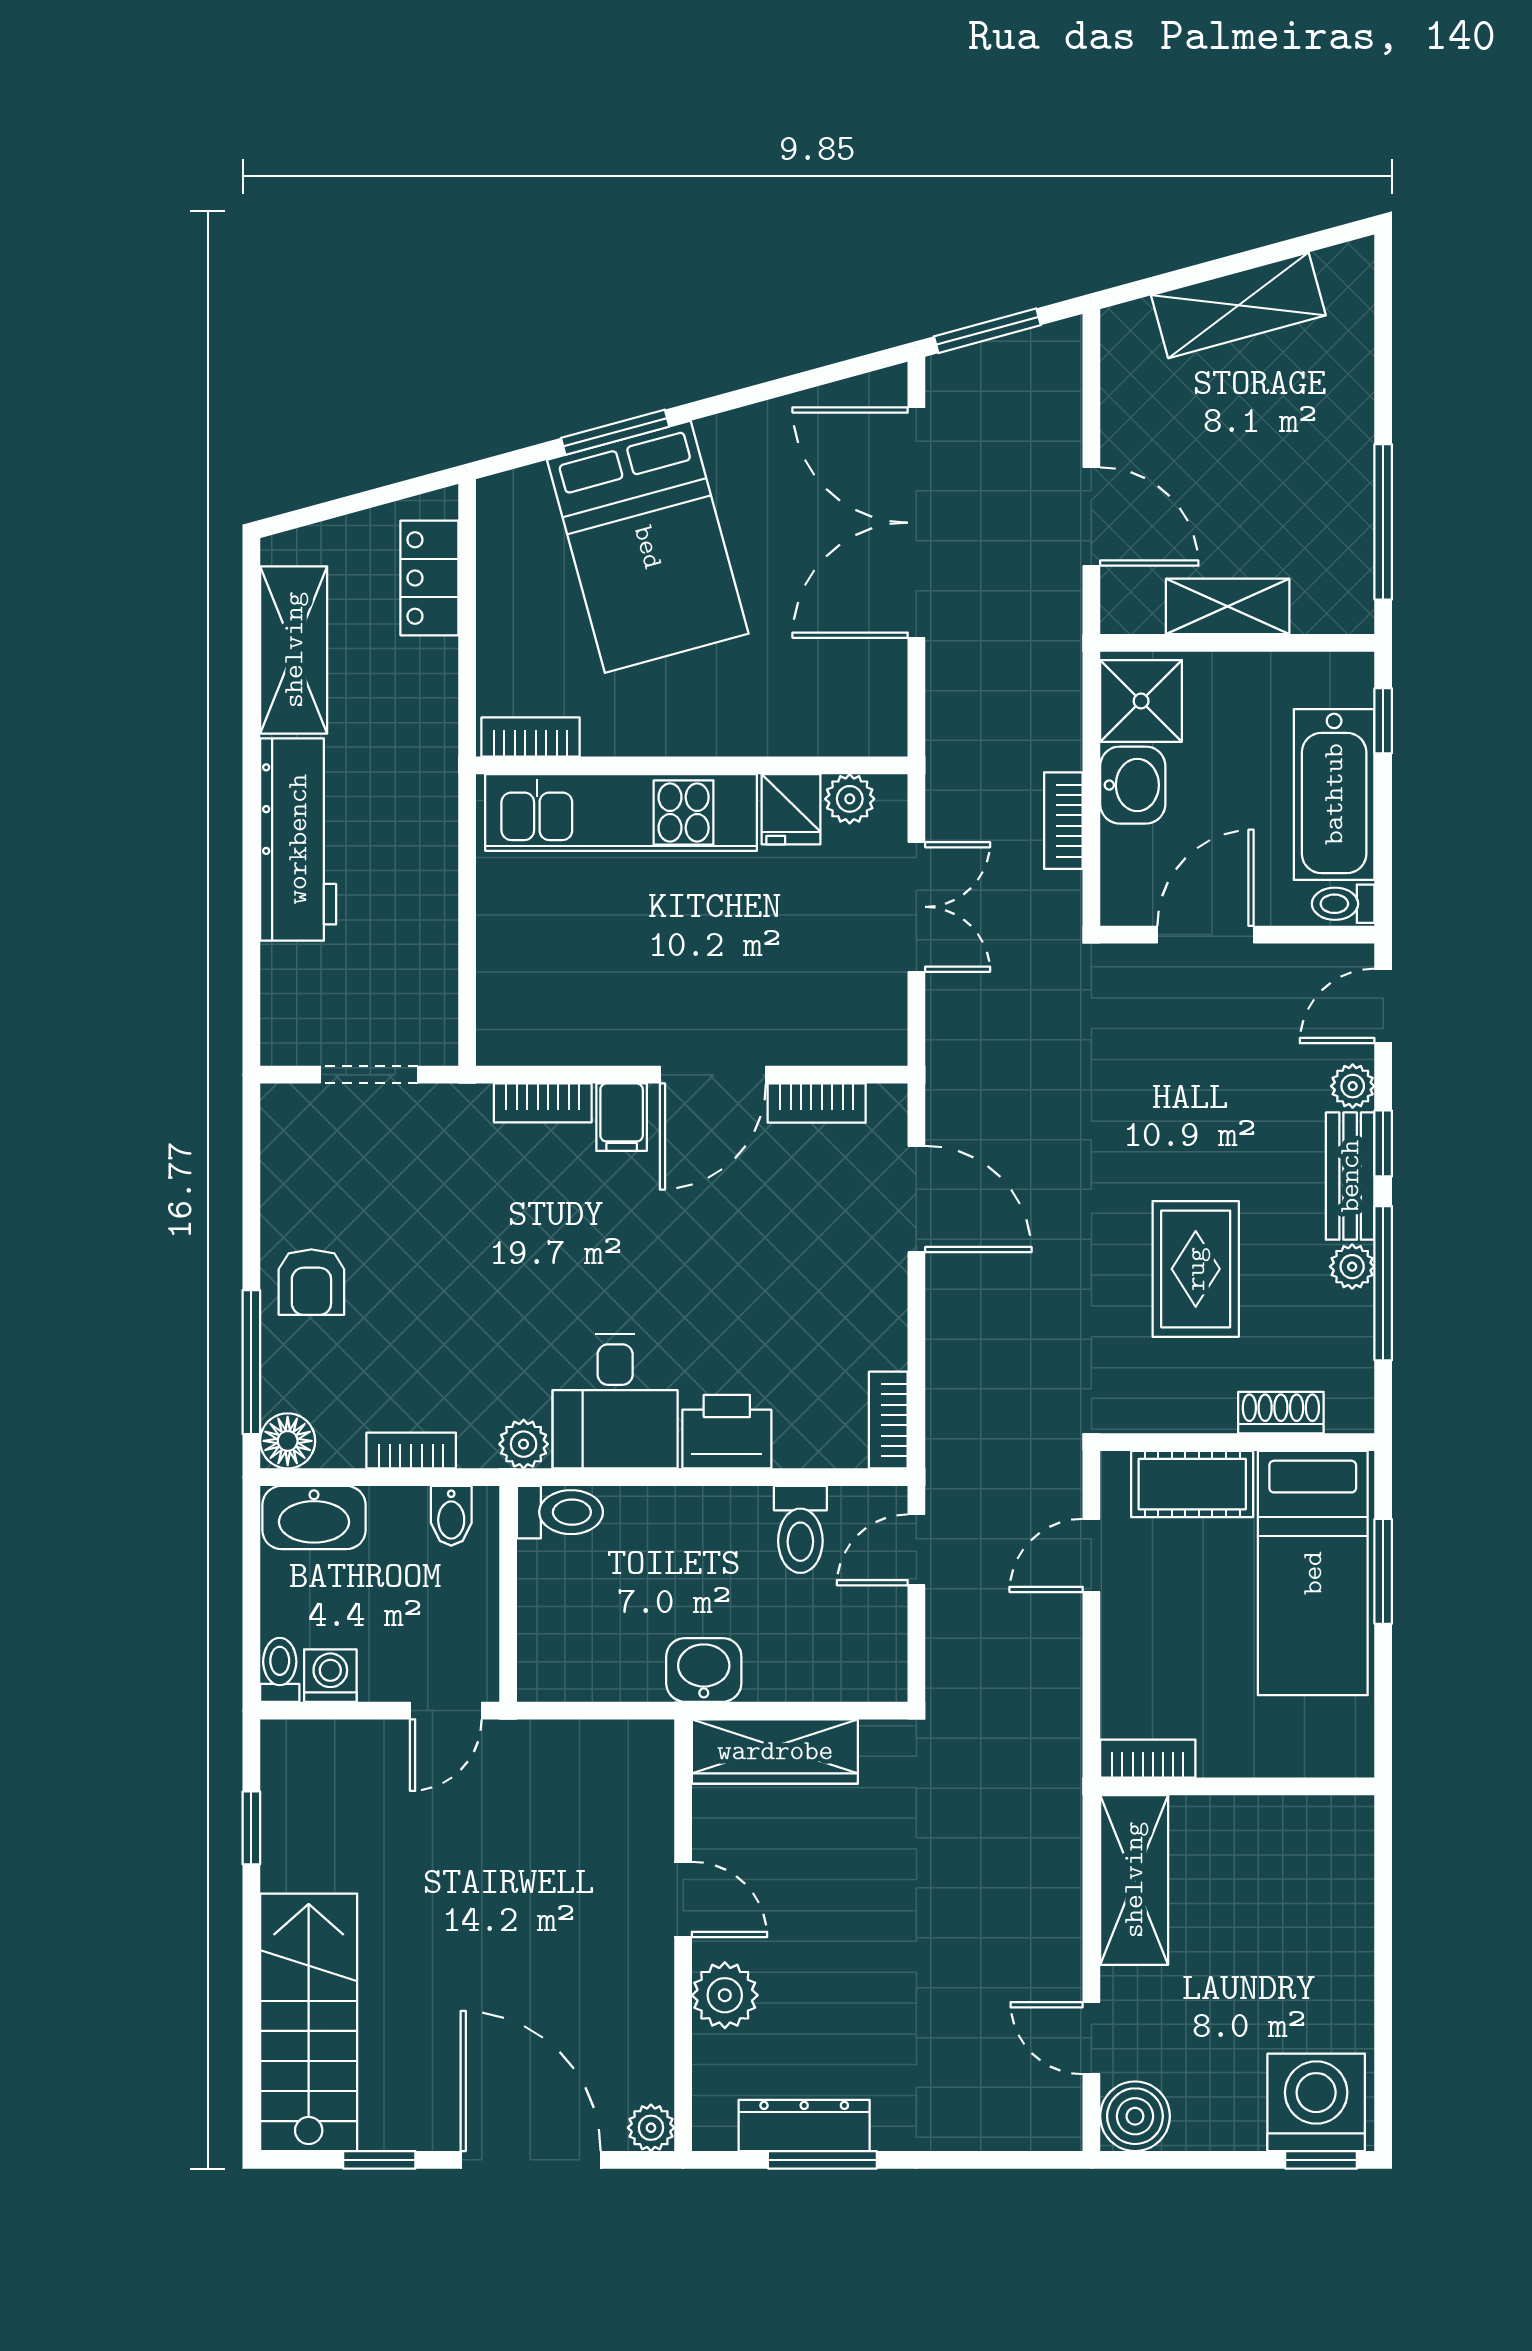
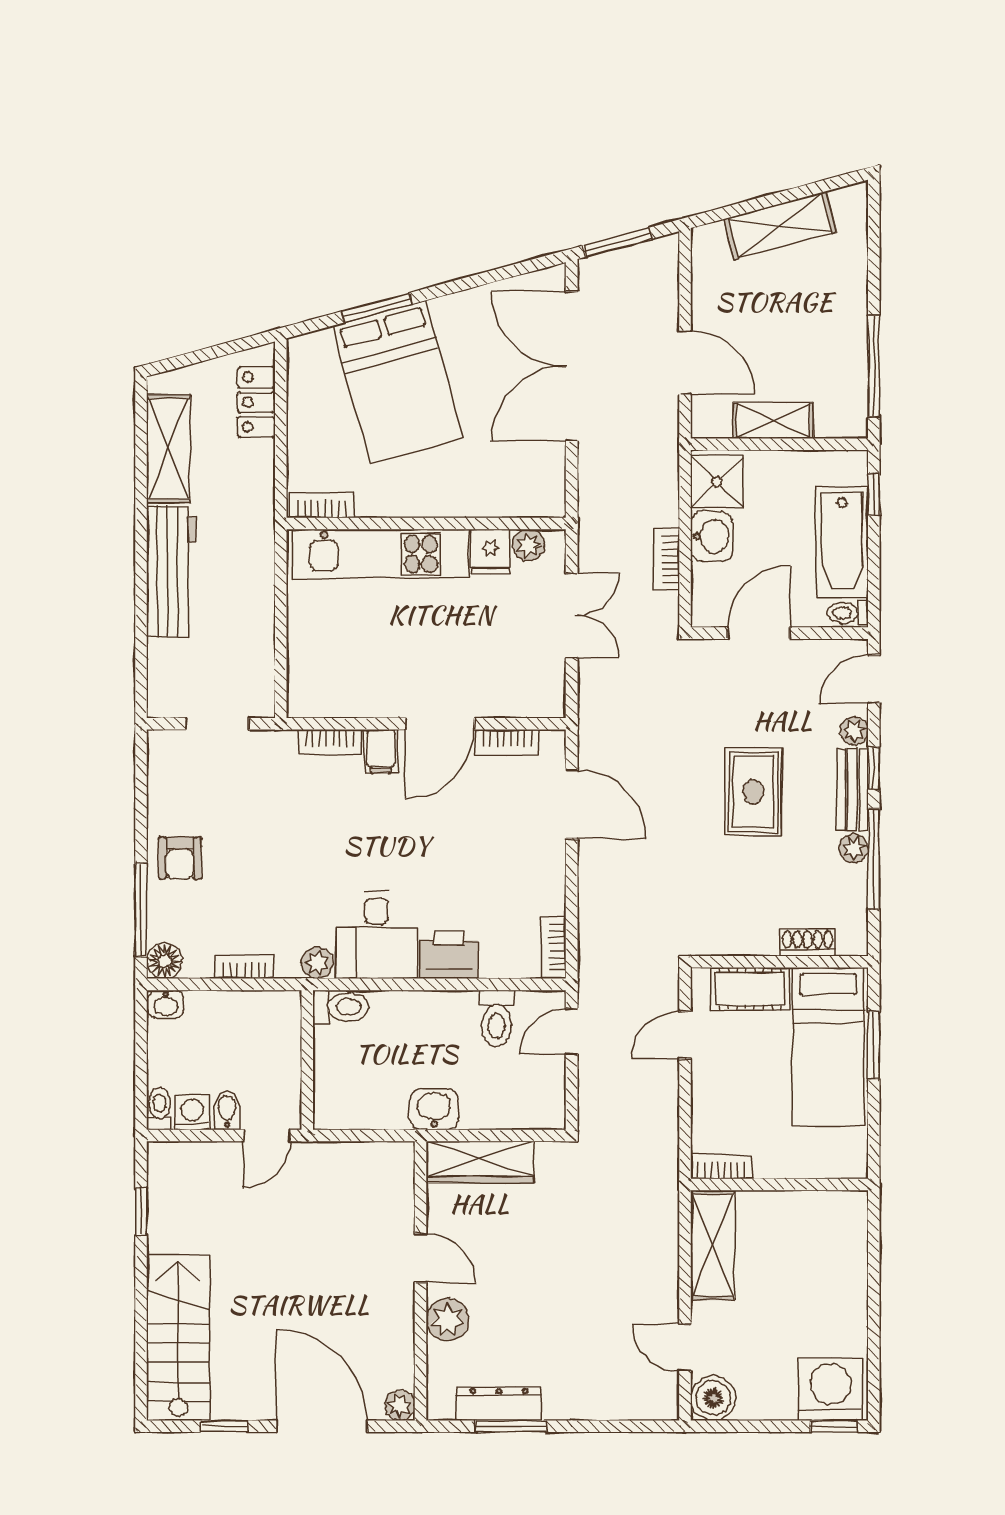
rug: (1196, 1269) -> (753, 792), moved
bidet: (451, 1516) -> (227, 1110), moved, turned 180
washbasin: (314, 1518) -> (166, 1004), width x0.52, depth x0.69

